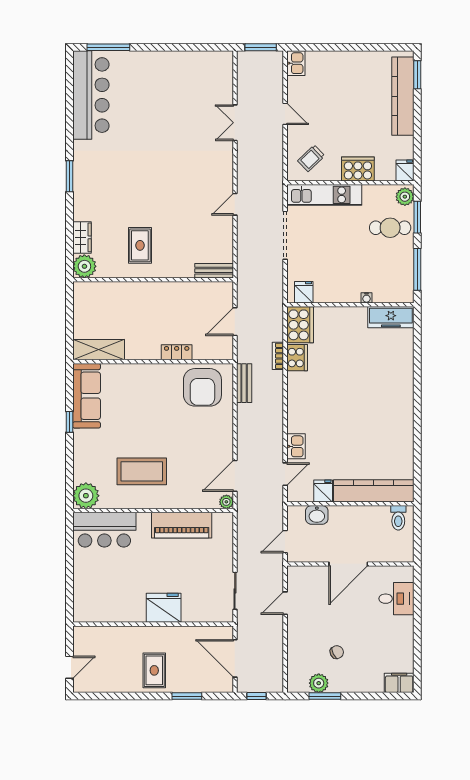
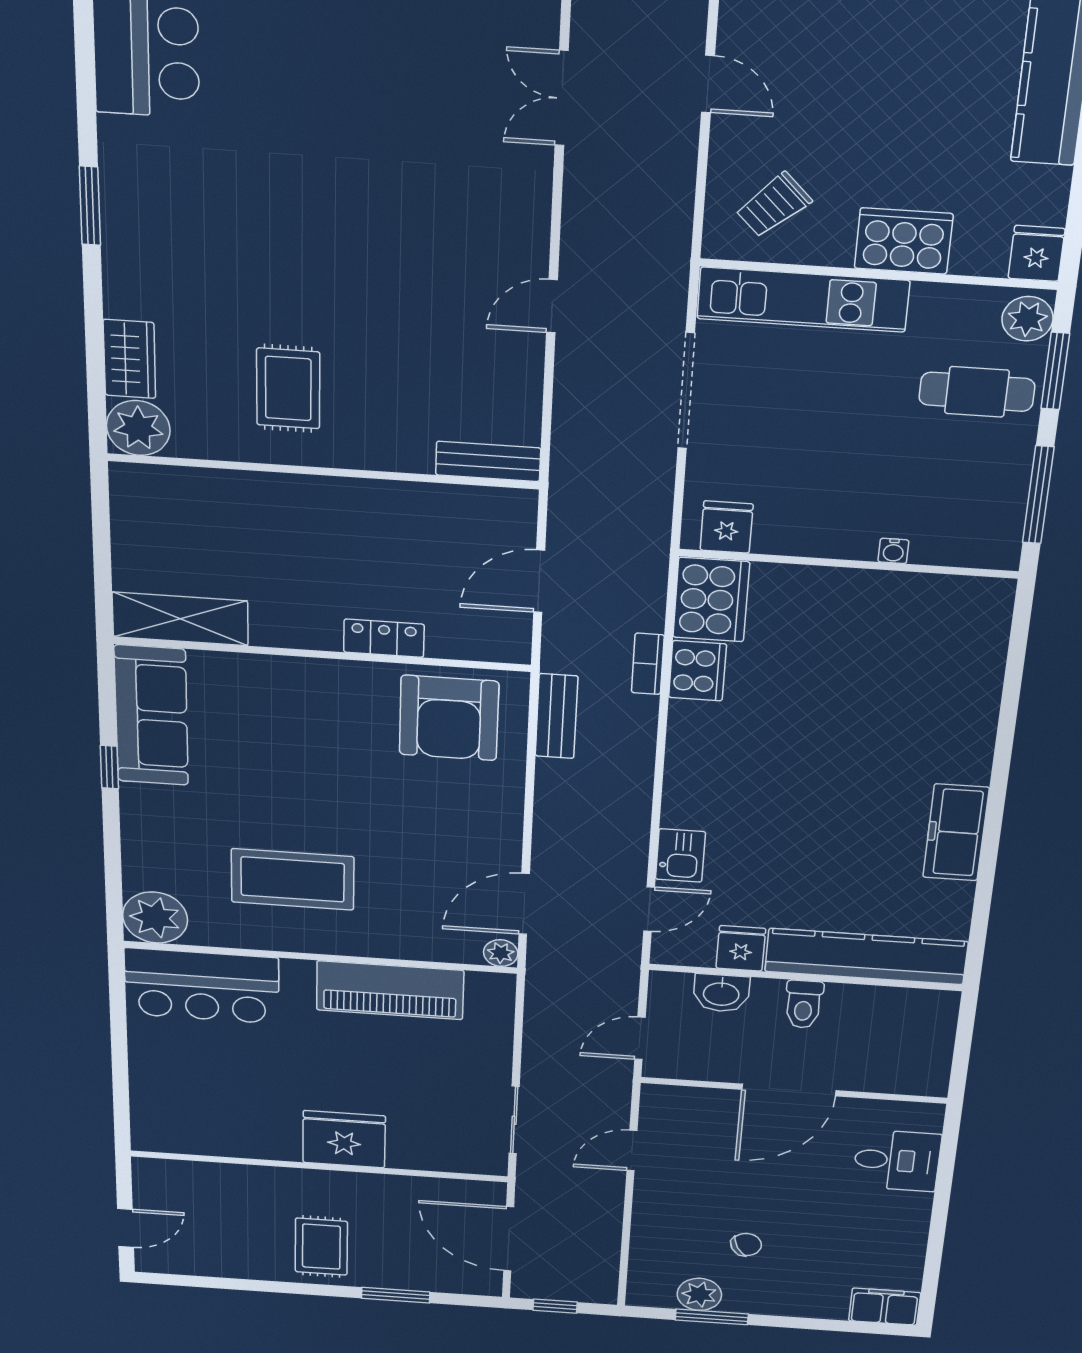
freezer: (391, 317) -> (956, 832), moved, turned 90
toilet: (398, 518) -> (804, 1004), moved

